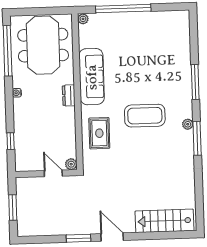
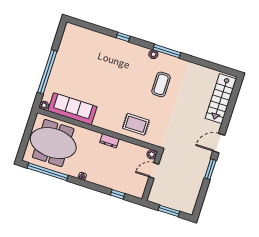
sofa: (92, 77) -> (72, 109), moved
window: (195, 82) -> (123, 37), width x0.46
dresser: (69, 95) -> (109, 141), moved
coffee table: (145, 116) -> (161, 84), moved, width x0.73, depth x0.76

